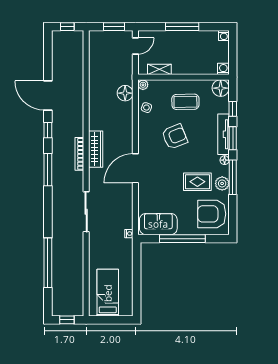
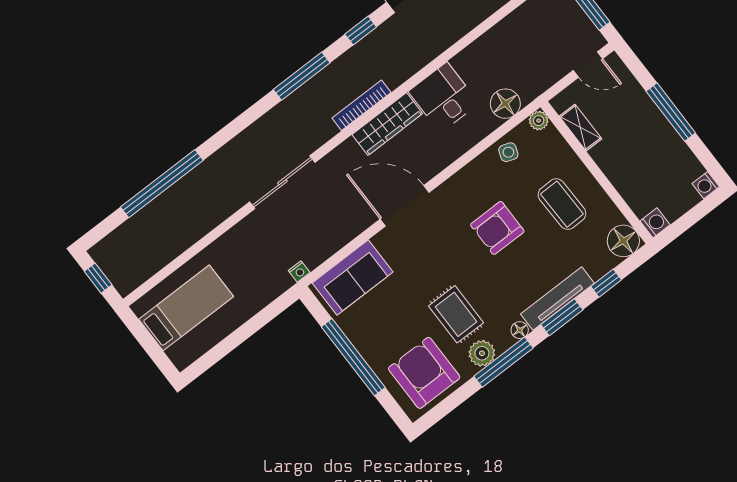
desk: (103, 117) -> (444, 97), added
armchair: (175, 137) -> (497, 228), turned 112
sofa: (158, 224) -> (353, 277), moved, turned 90

